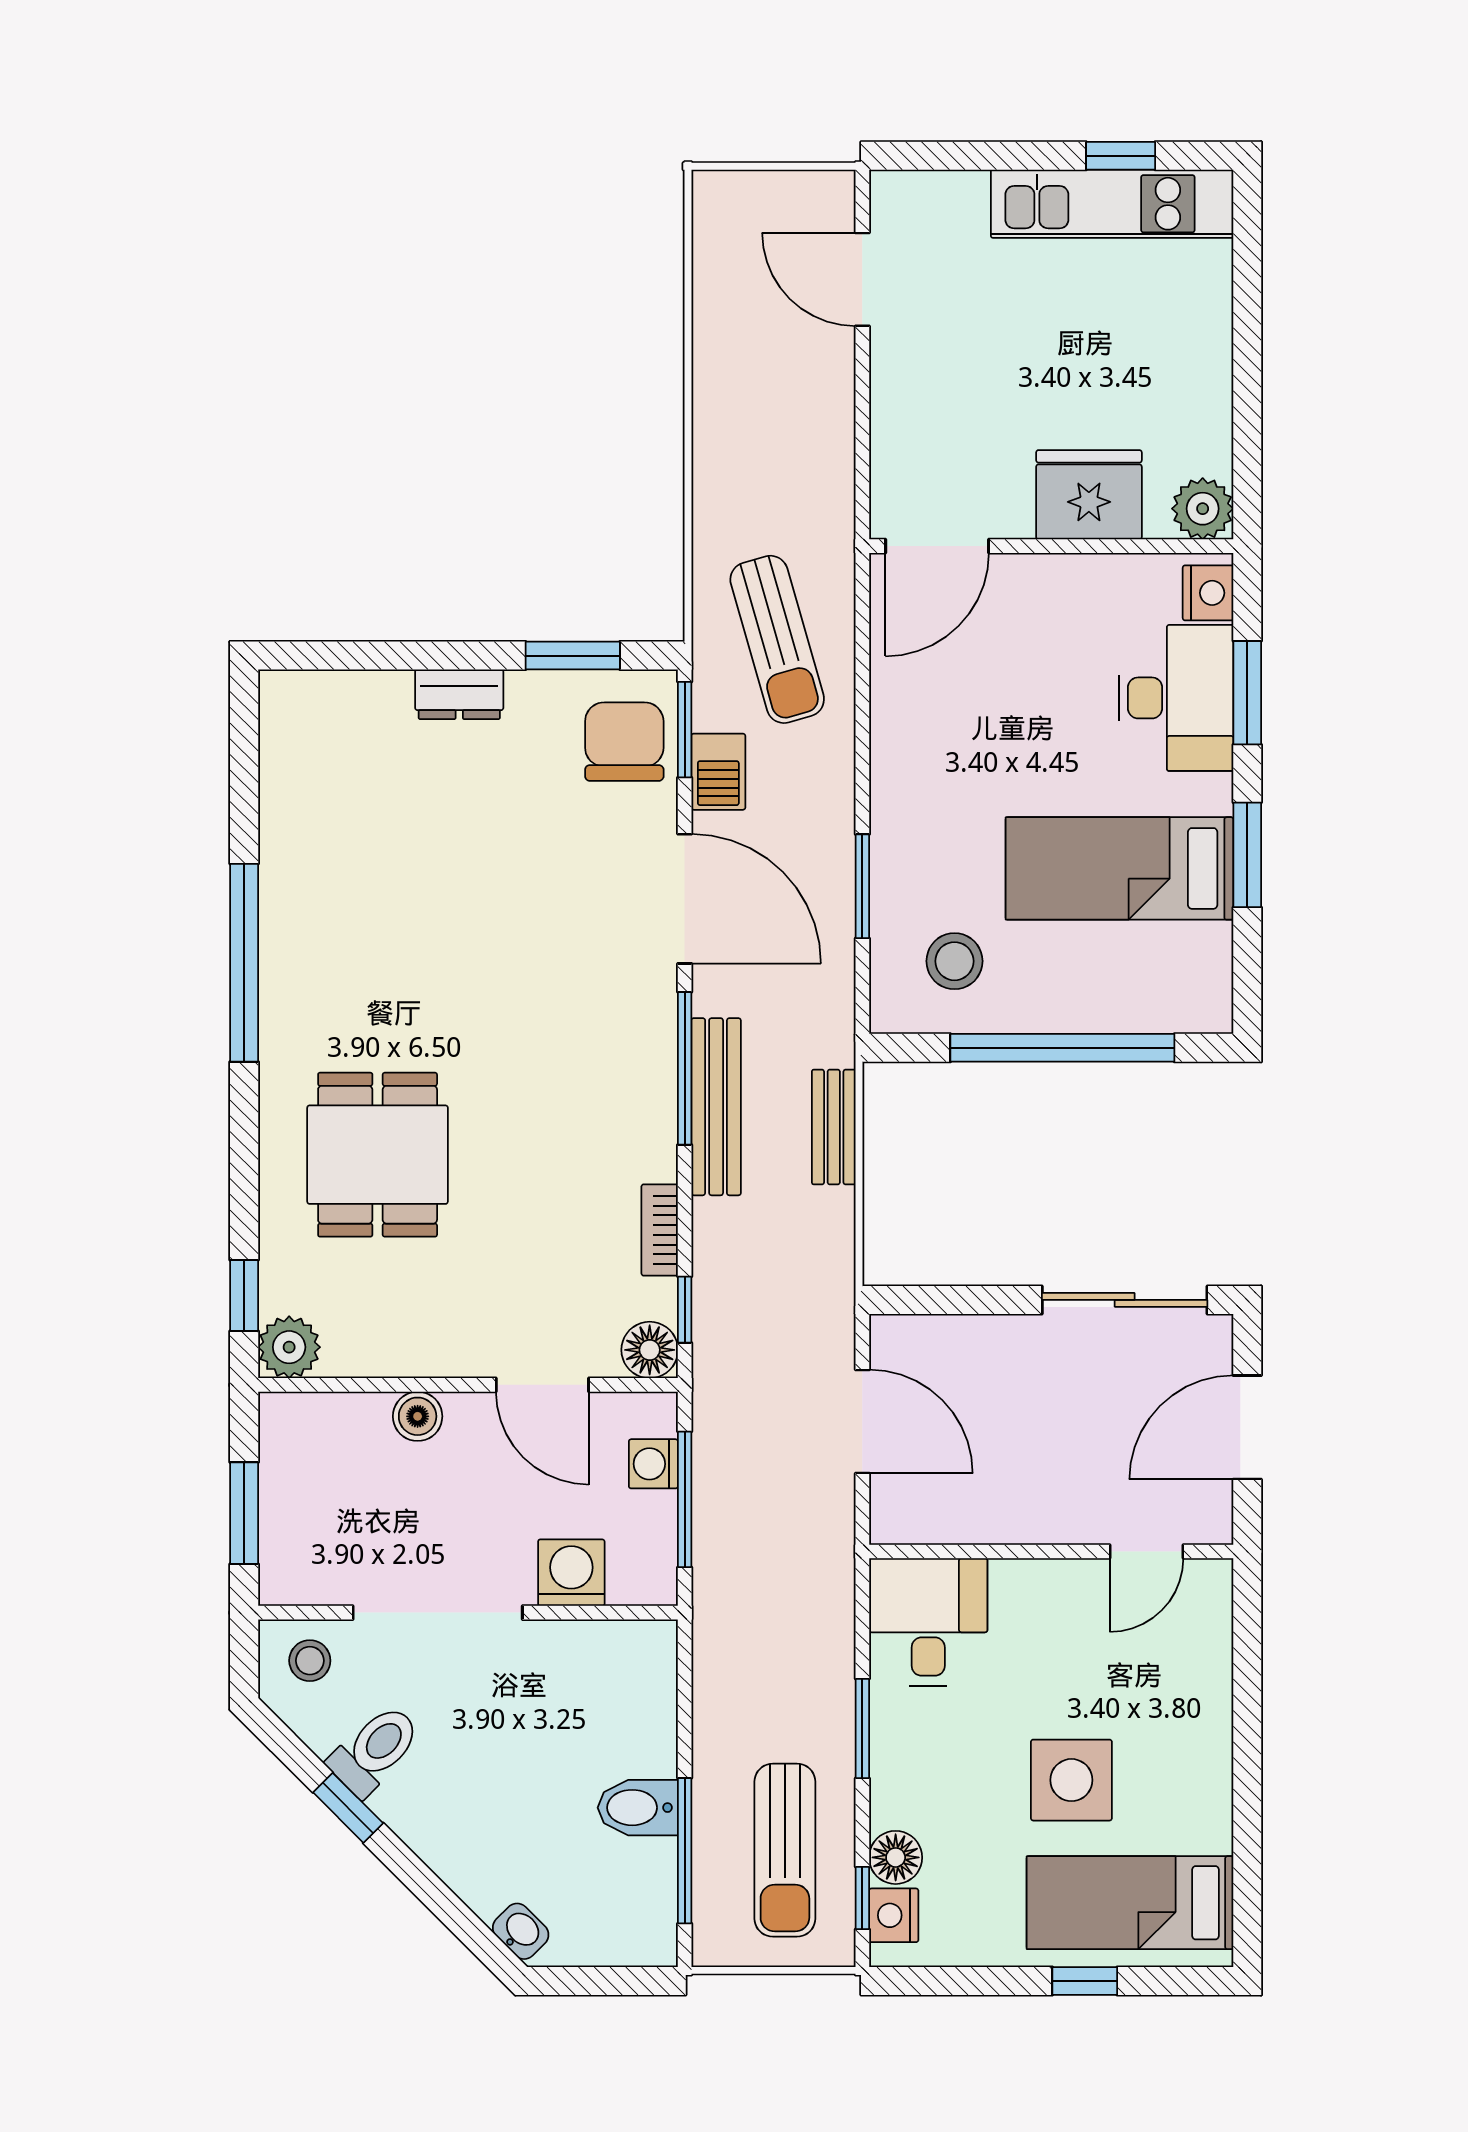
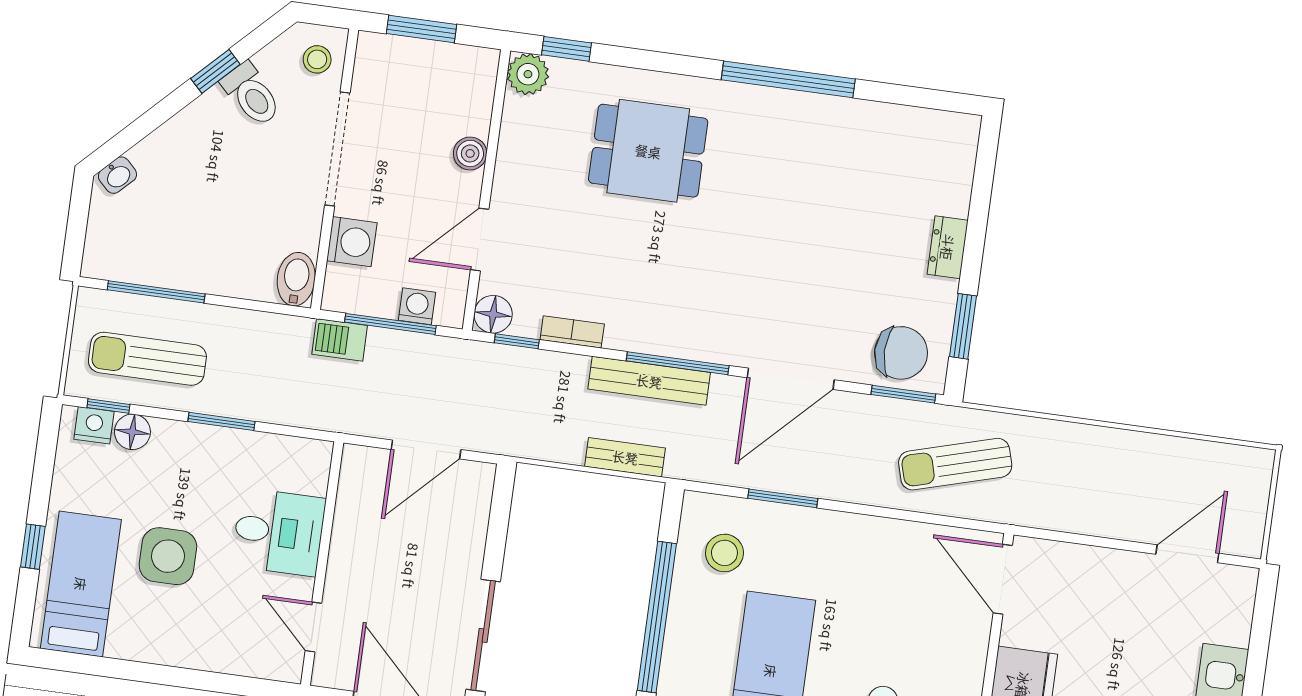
barbecue: (718, 772) -> (340, 340), moved
desk: (928, 1622) -> (279, 532), moved
bidet: (638, 1808) -> (296, 279), moved

